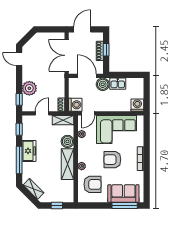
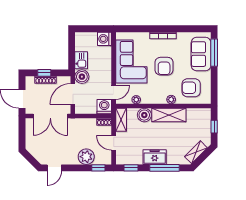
door: (88, 113) -> (114, 92), hinge flipped
armchair: (92, 184) -> (191, 88), turned -90

